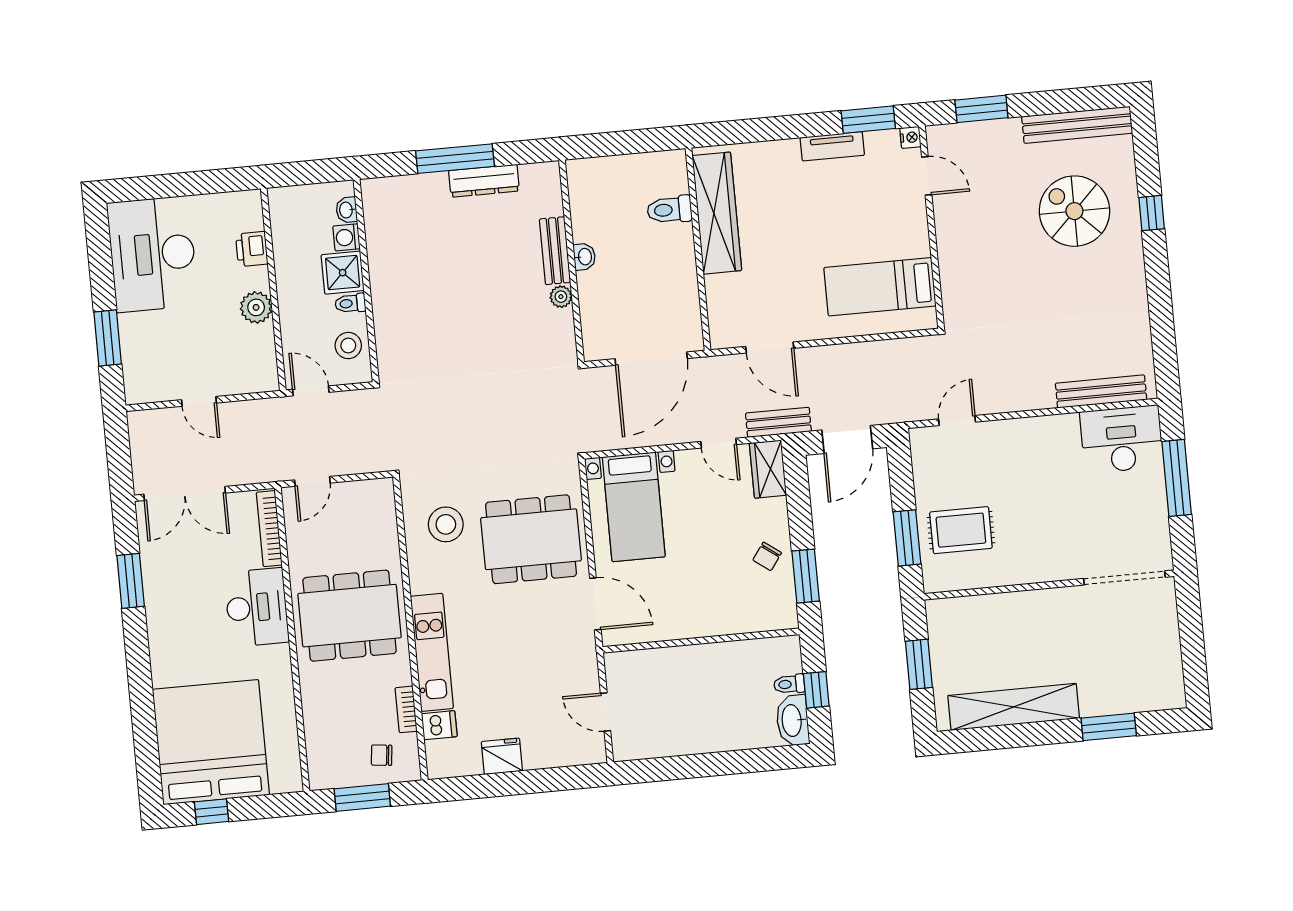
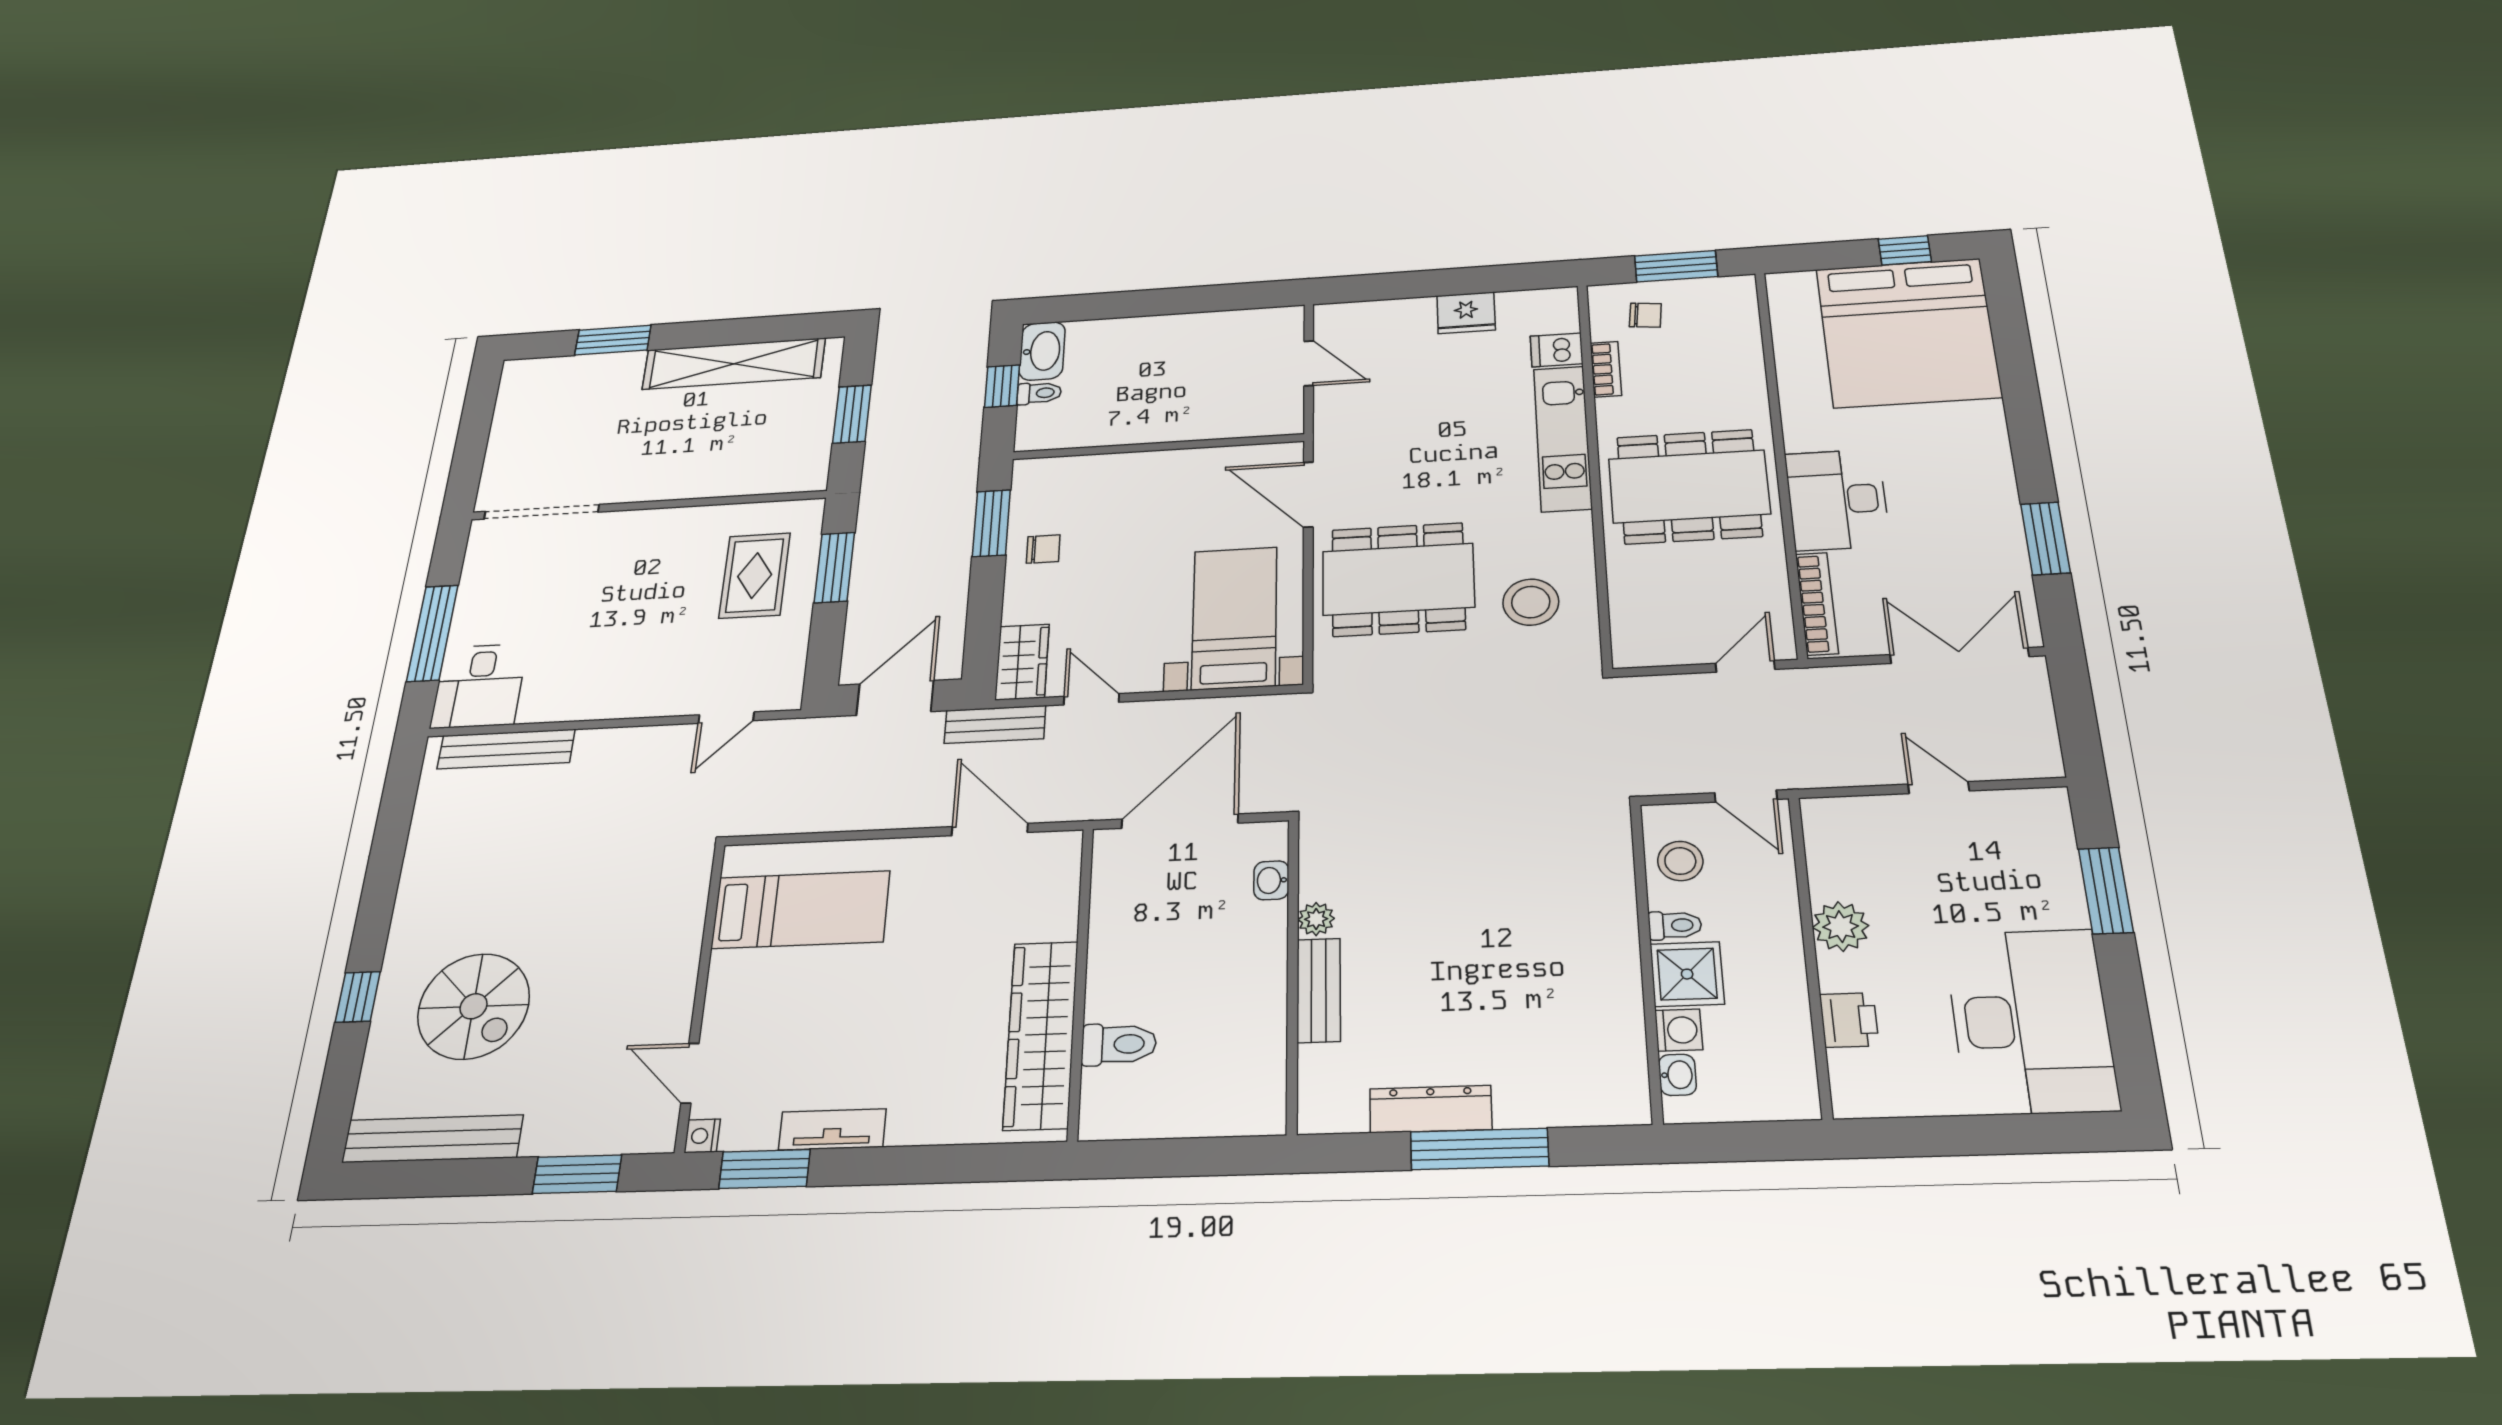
washbasin: (584, 257) -> (1271, 880), moved
desk: (1122, 439) -> (479, 686), width x0.73
rug: (961, 530) -> (755, 575), turned 90
chair: (767, 556) -> (1043, 549), turned 54

